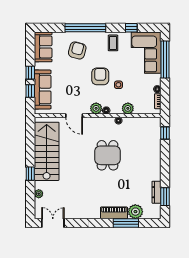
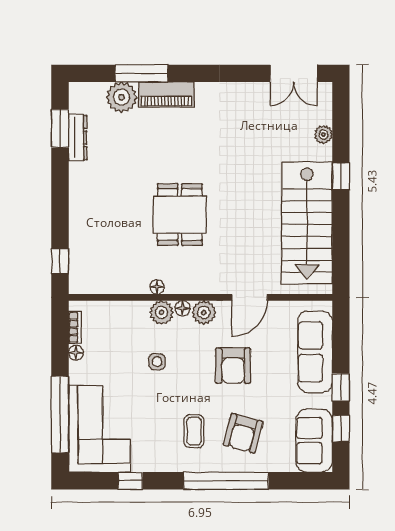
coffee table: (113, 43) -> (194, 431), moved
armchair: (100, 76) -> (233, 366), moved
window: (30, 91) -> (341, 429), moved
plant: (128, 108) -> (161, 312), moved
door: (74, 116) -> (250, 297), swing flipped

